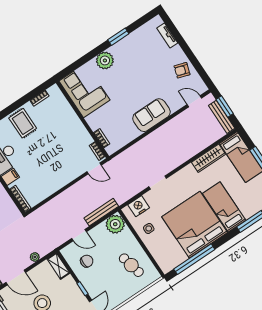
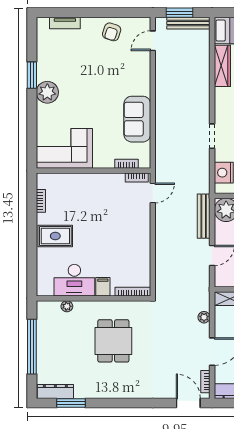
plant: (105, 60) -> (47, 92), moved
sofa: (151, 115) -> (137, 119), moved

